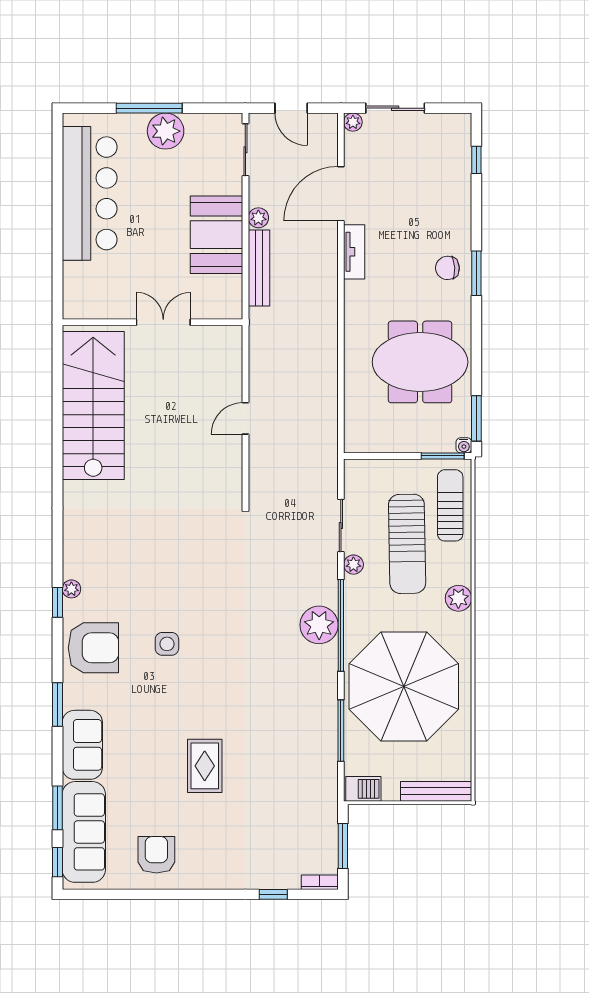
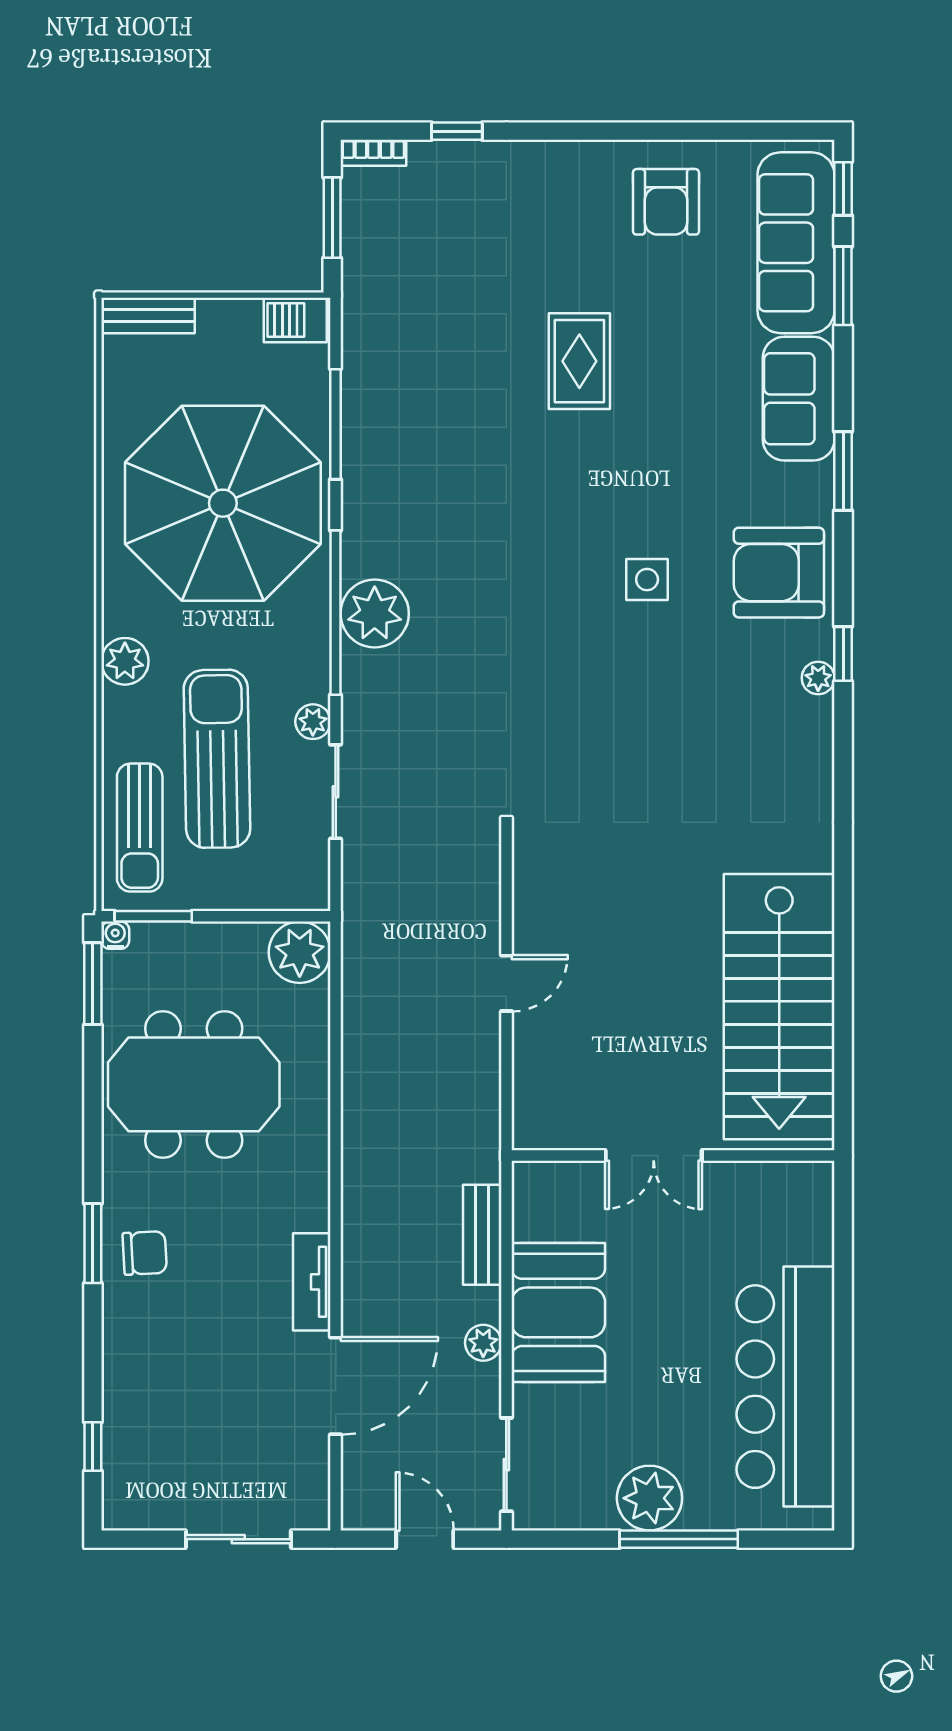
plant: (353, 122) -> (300, 952), moved, width x1.88, depth x1.88
bench: (259, 268) -> (482, 1235), width x0.73
bench: (436, 791) -> (148, 315), width x0.73

